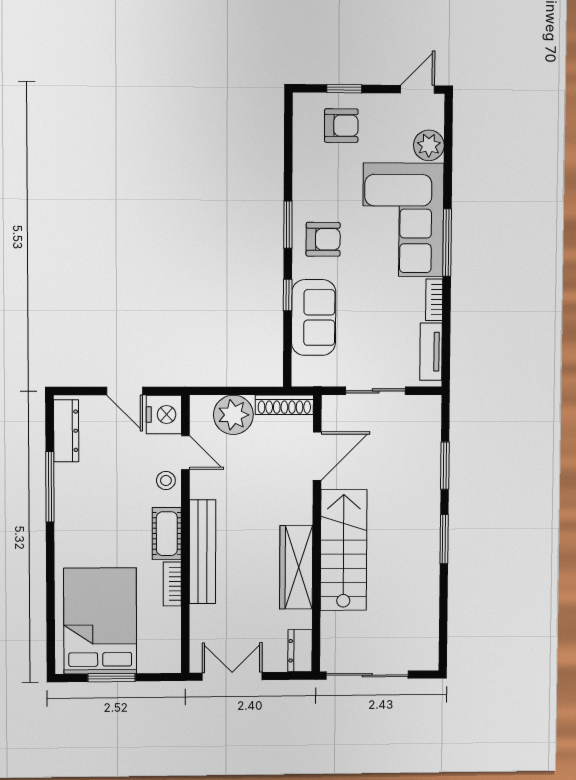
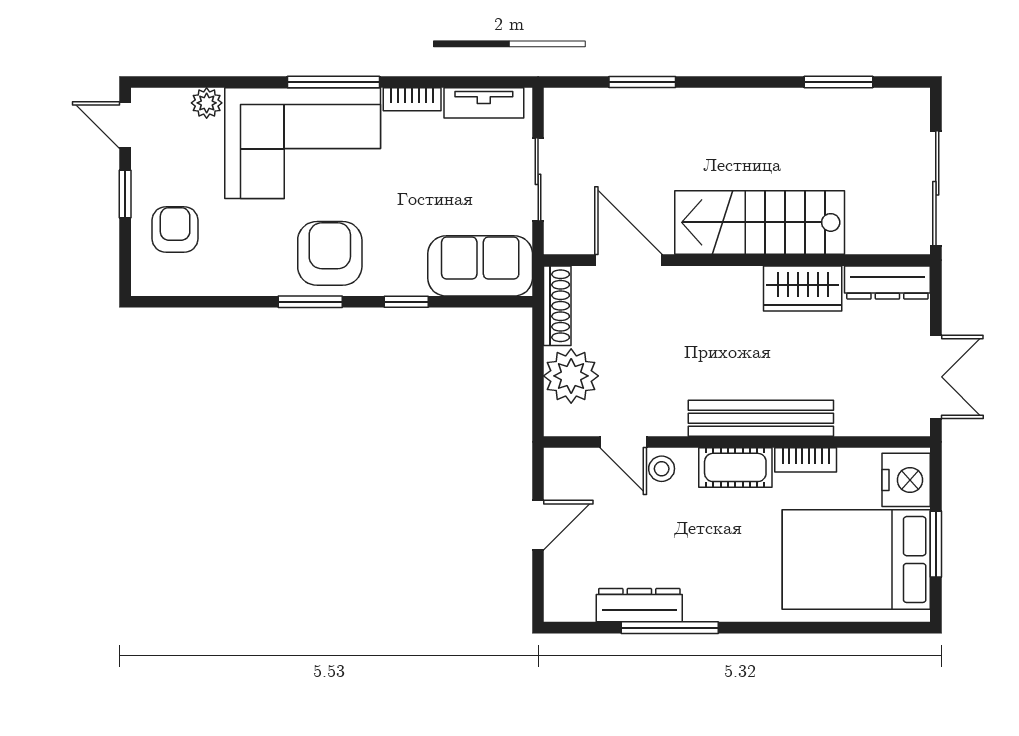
window: (344, 89) -> (125, 194), moved
plant: (429, 145) -> (207, 103), width x0.73, depth x0.73
armchair: (323, 239) -> (330, 253), width x1.38, depth x1.38
sofa: (314, 318) -> (480, 266), moved
nightstand: (164, 414) -> (906, 480), moved, turned 90
dresser: (66, 431) -> (639, 605), moved
door: (185, 453) -> (623, 442), swing flipped
window: (444, 539) -> (839, 82), moved
wardrobe: (296, 567) -> (803, 288), width x0.67
dresser: (300, 651) -> (887, 282), width x1.44
double door: (232, 676) -> (936, 377), swing flipped

